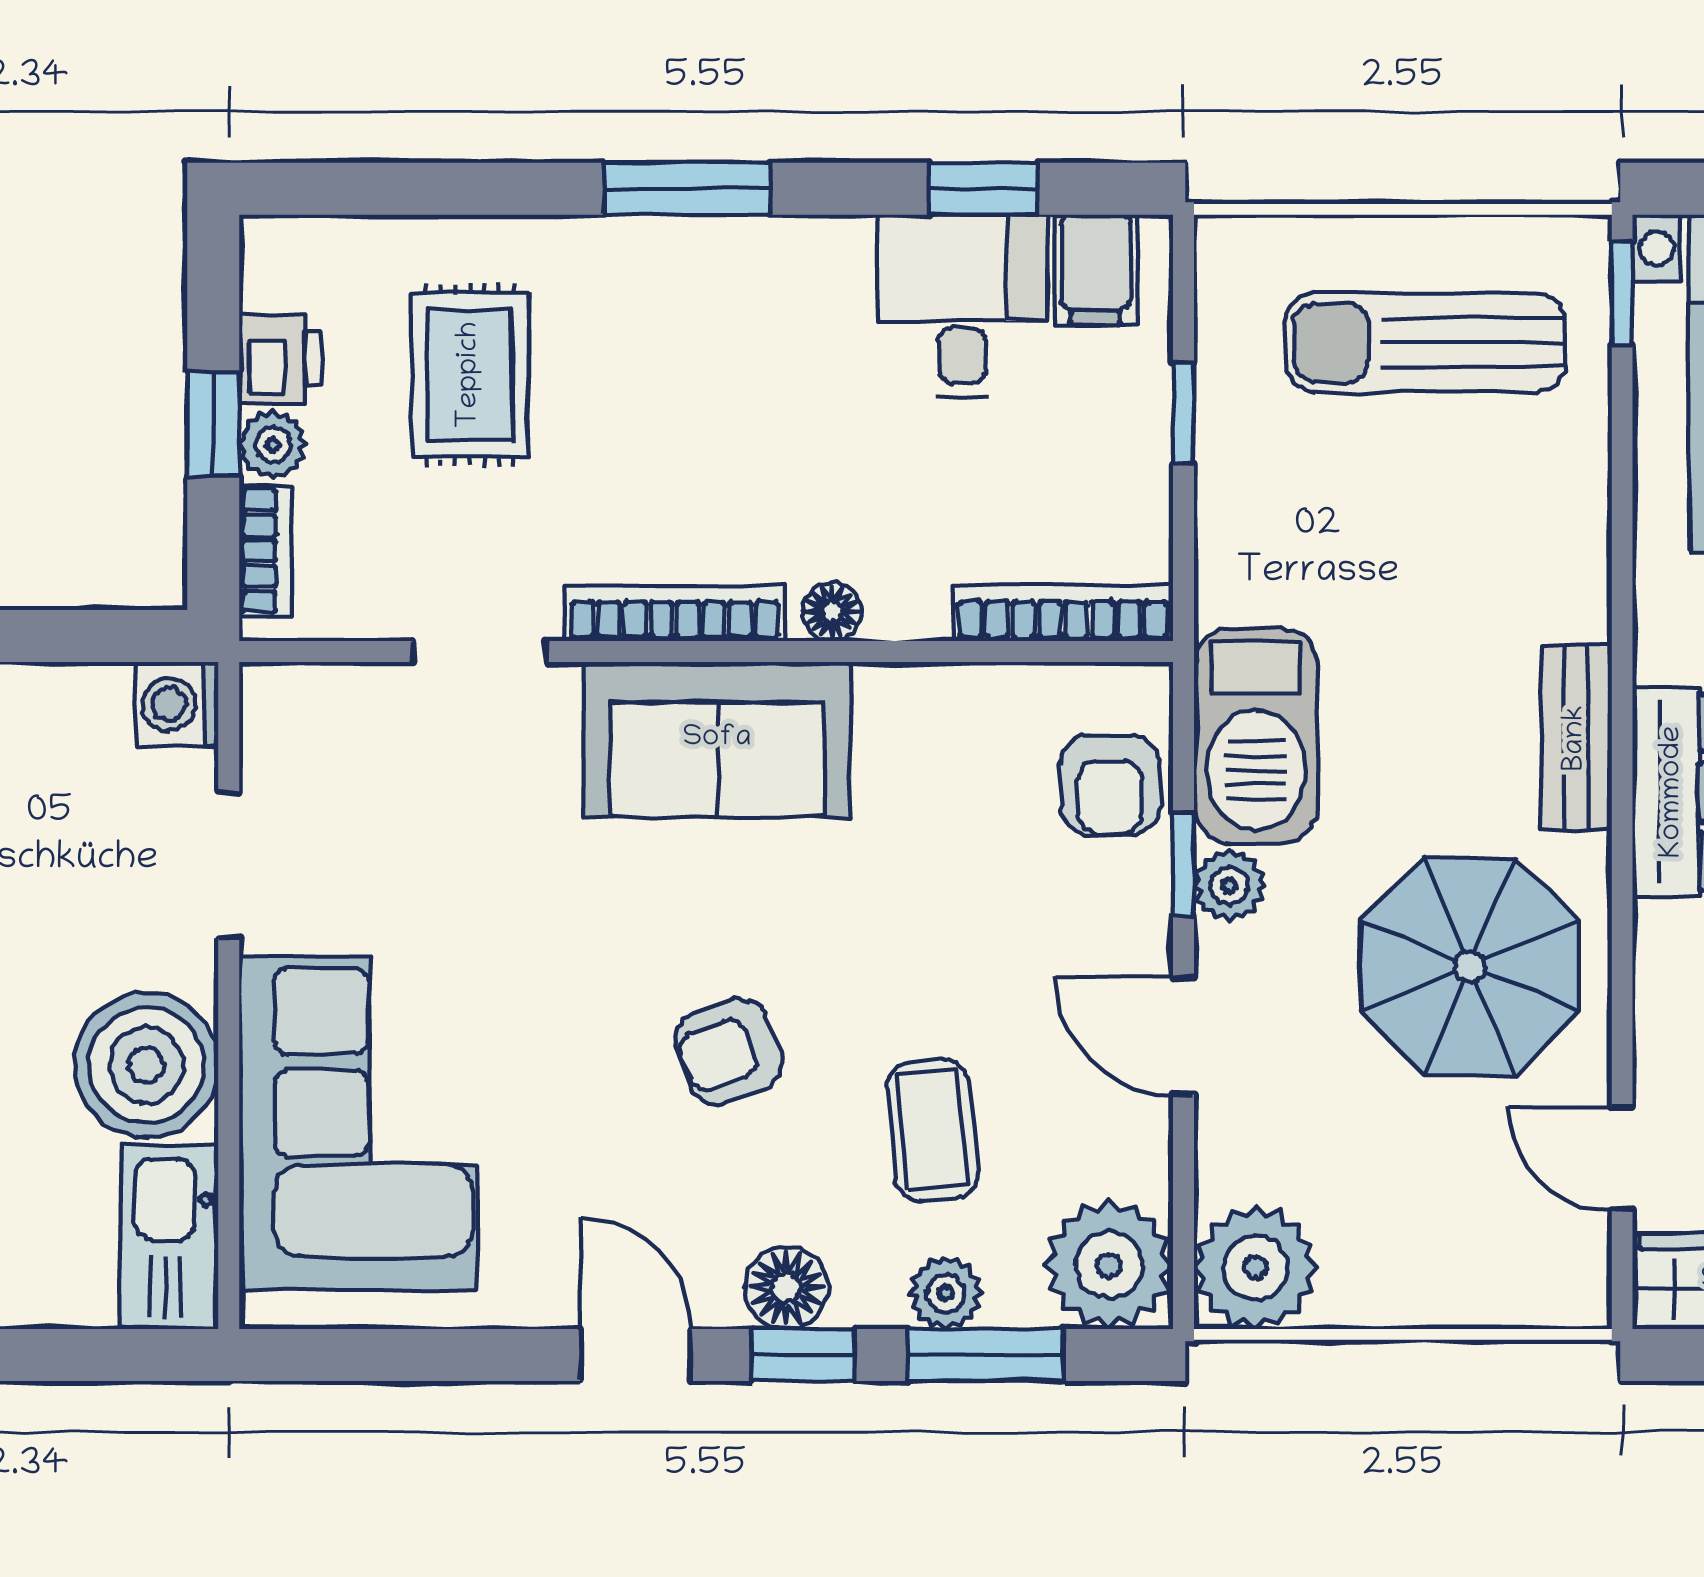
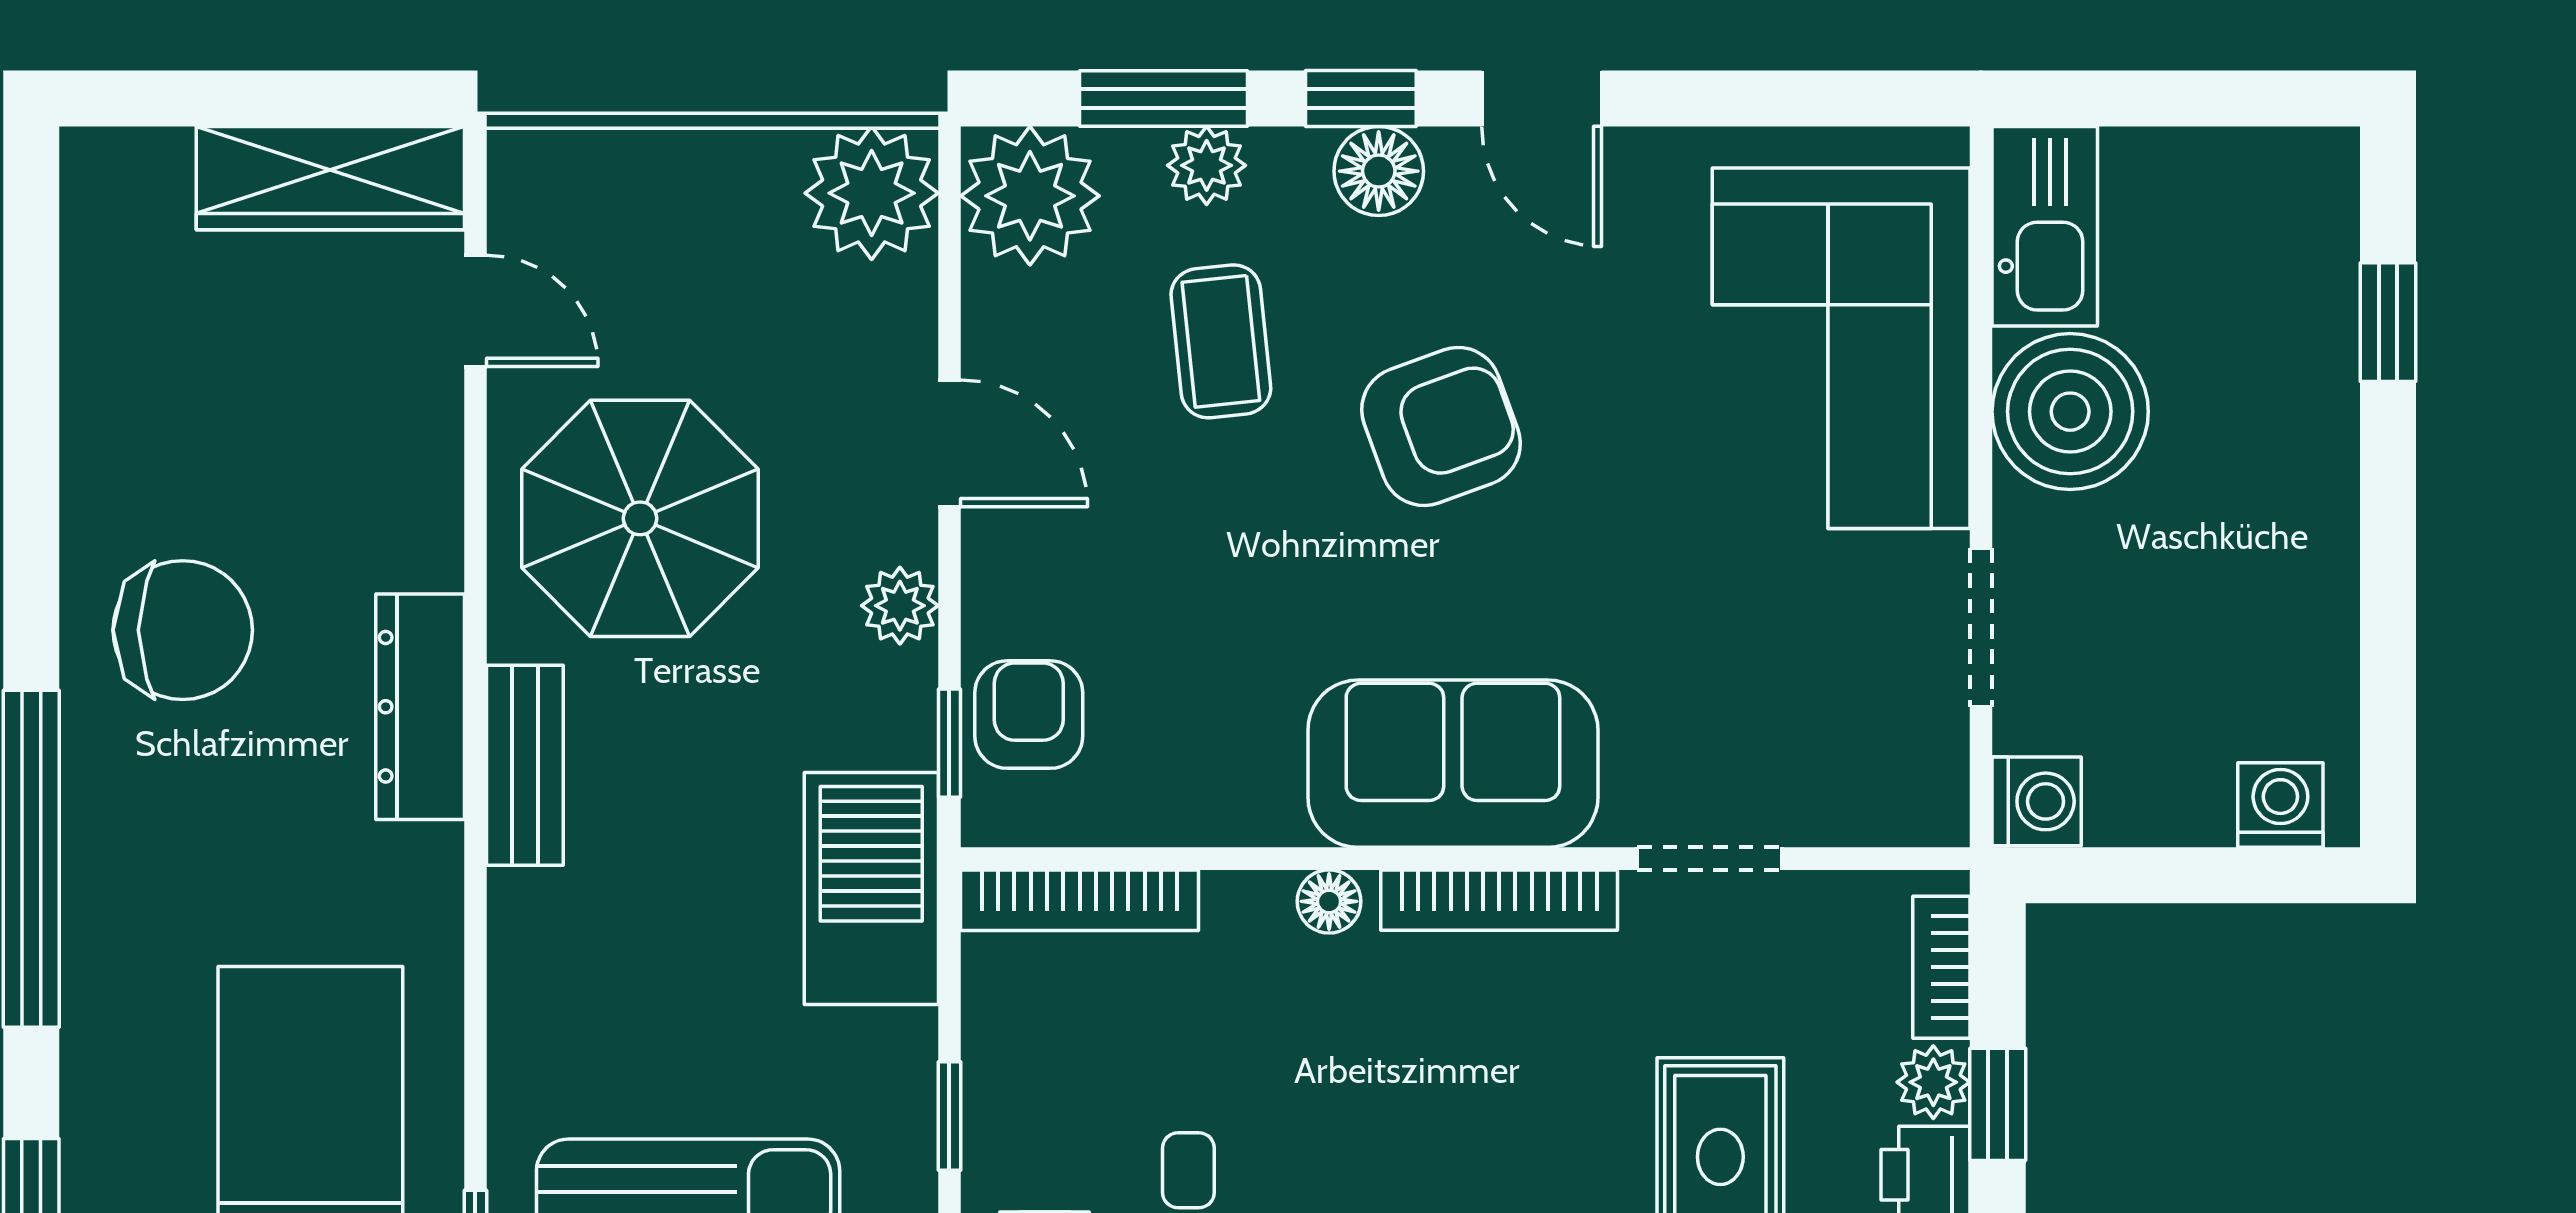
barbecue: (1256, 736) -> (871, 888), moved
window: (1183, 865) -> (949, 743), moved
armchair: (728, 1051) -> (1441, 426), width x1.38, depth x1.38

